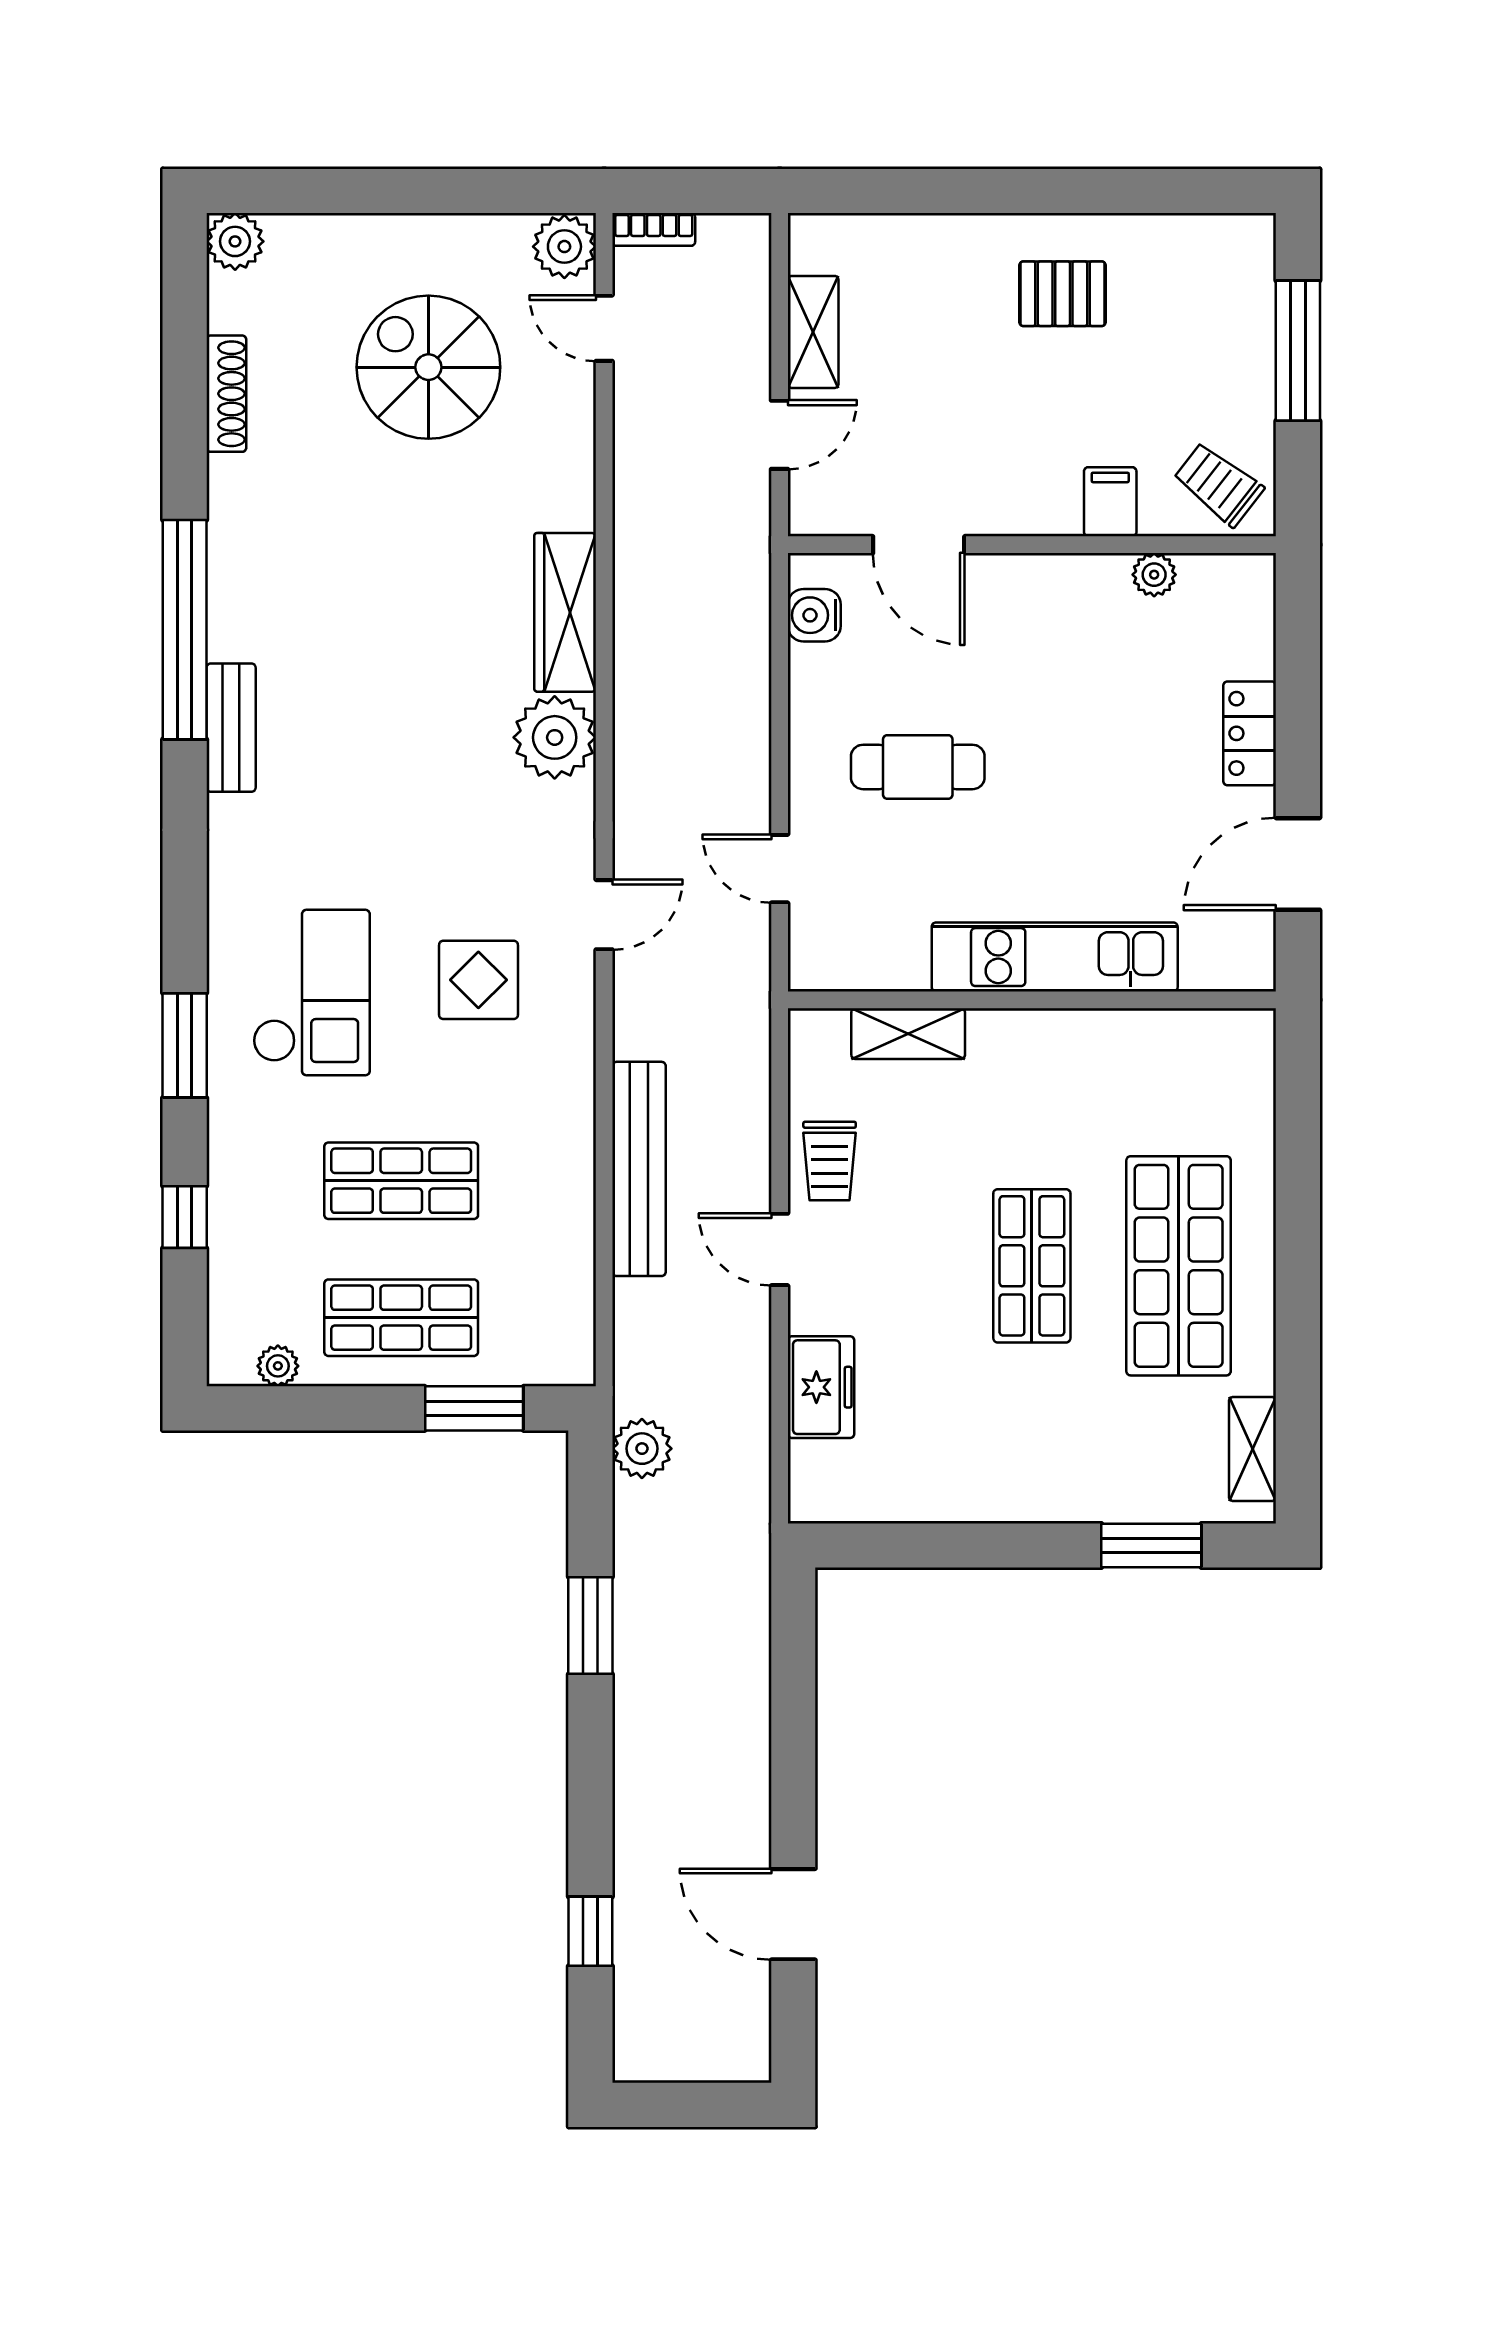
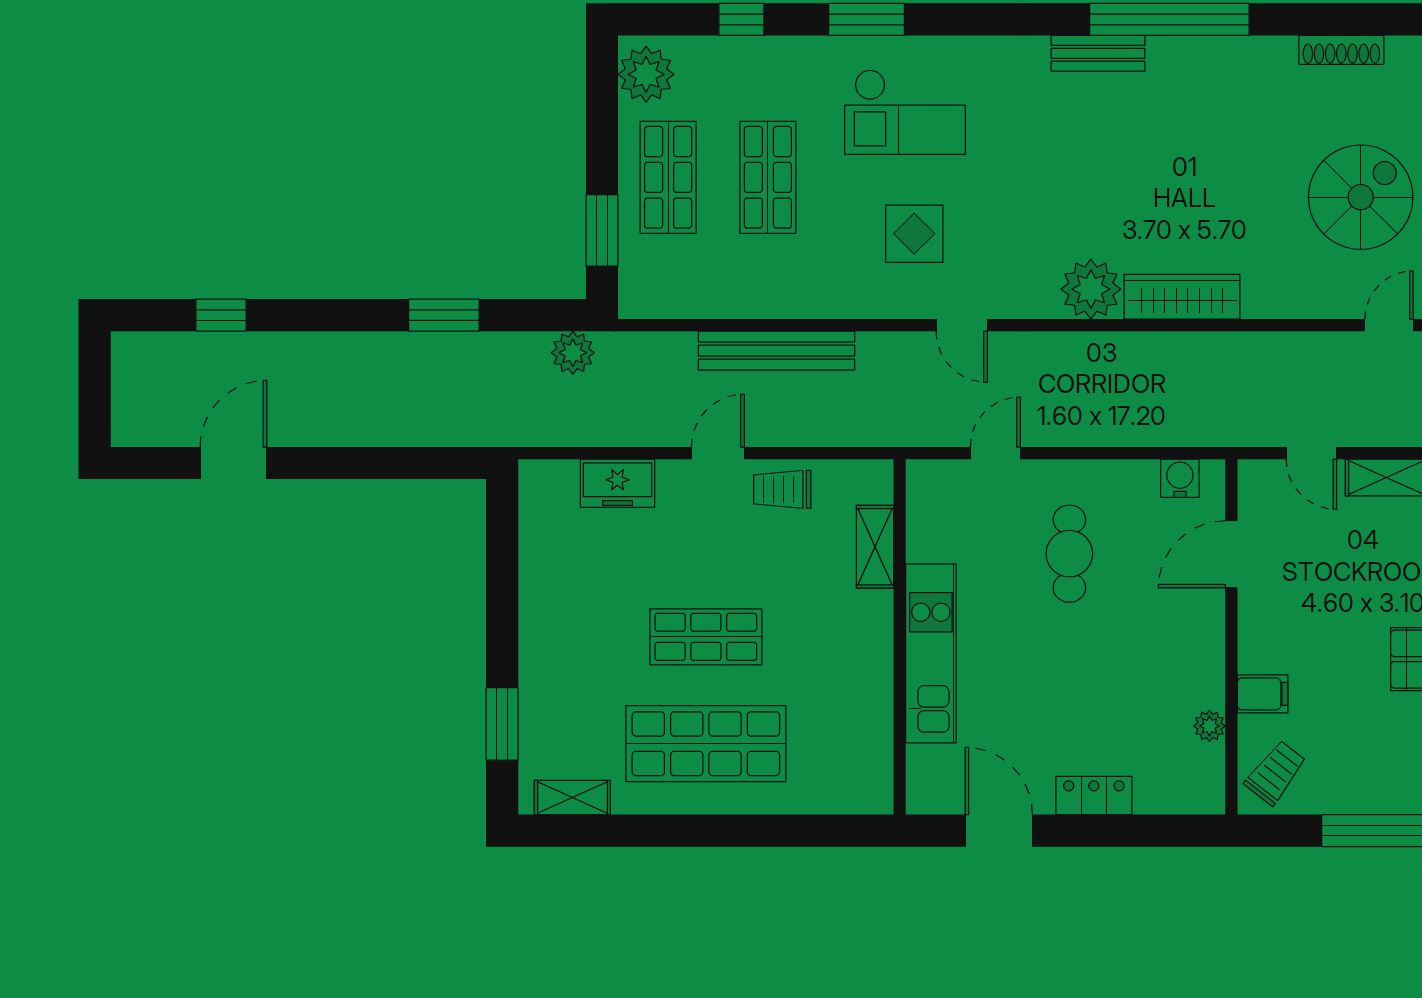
plant: (278, 1366) -> (646, 74), width x1.88, depth x1.88

